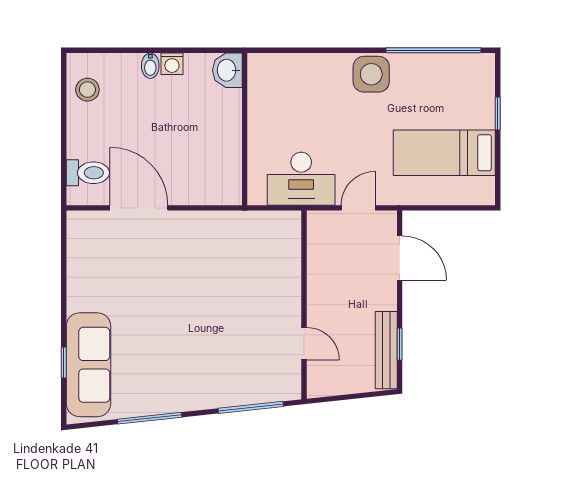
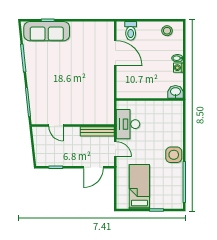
door: (139, 208) -> (115, 53), hinge flipped
door: (304, 344) -> (56, 125), hinge flipped
bench: (386, 350) -> (97, 131), moved

